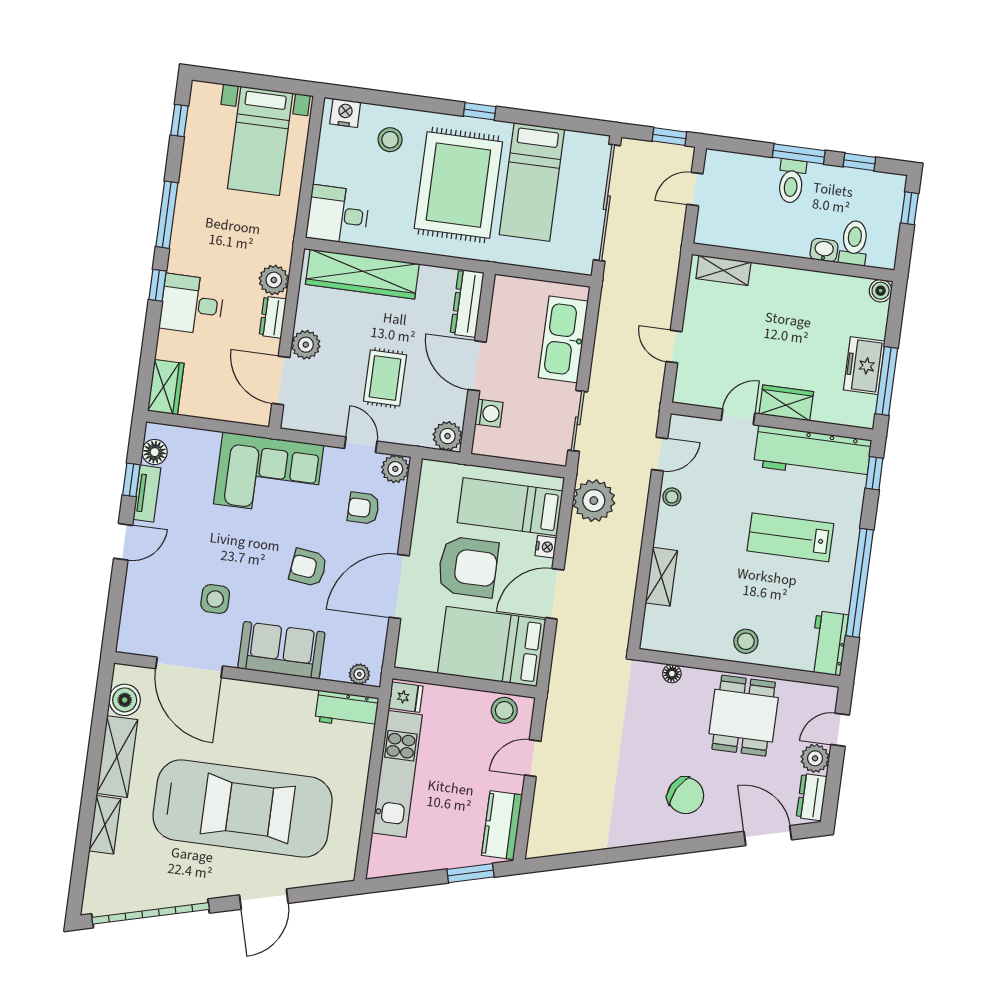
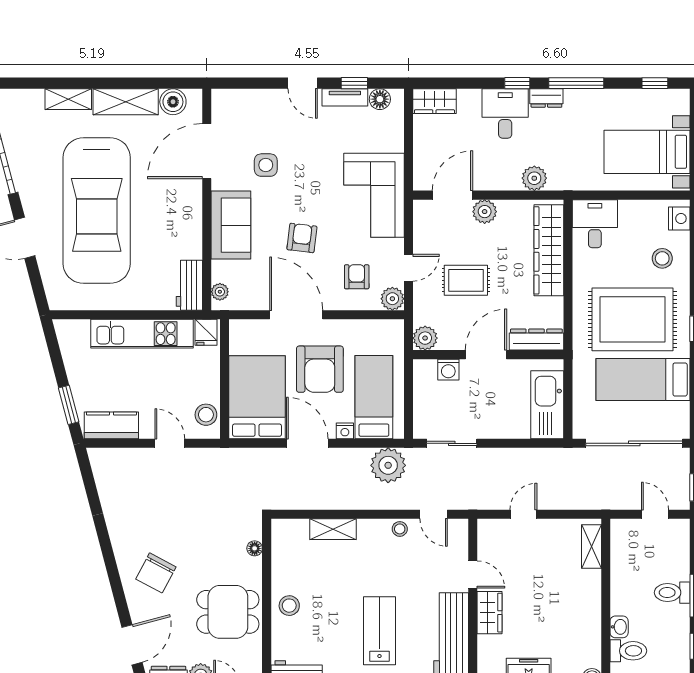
dresser: (273, 317) -> (546, 98), moved, turned 180
kitchen sink: (563, 339) -> (547, 405), moved, turned -90

